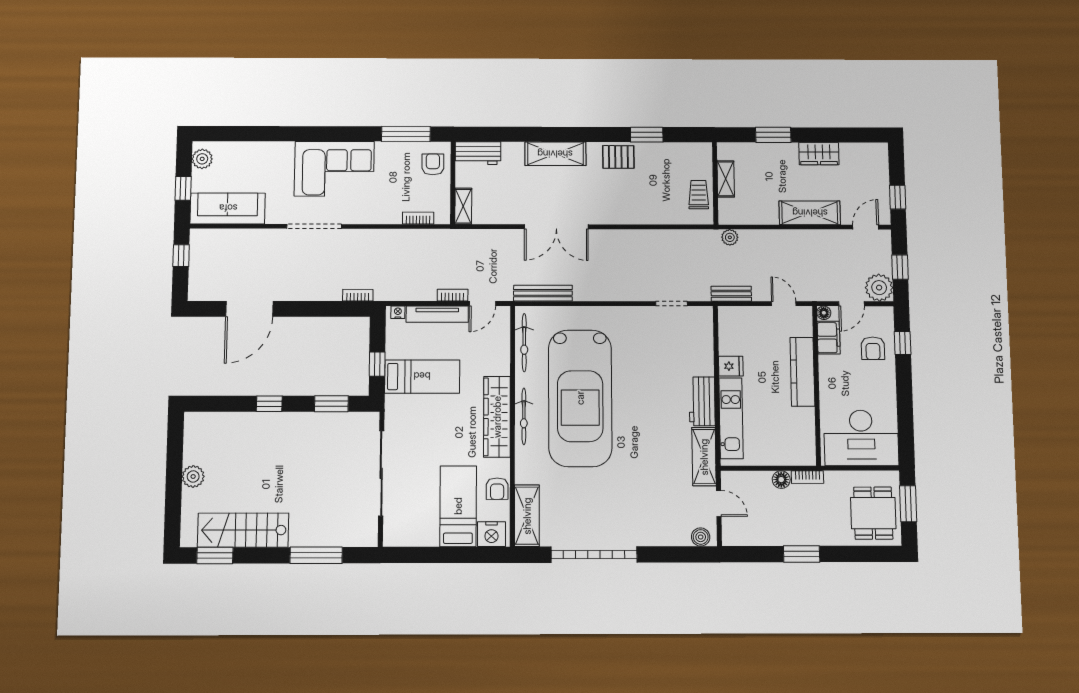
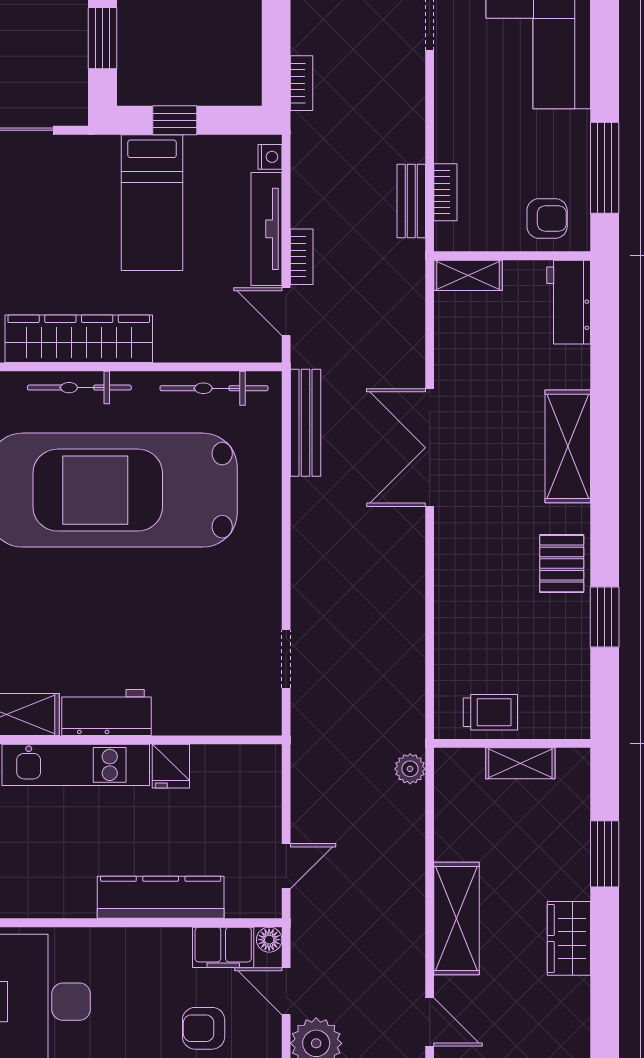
bench: (731, 294) -> (411, 201), moved

